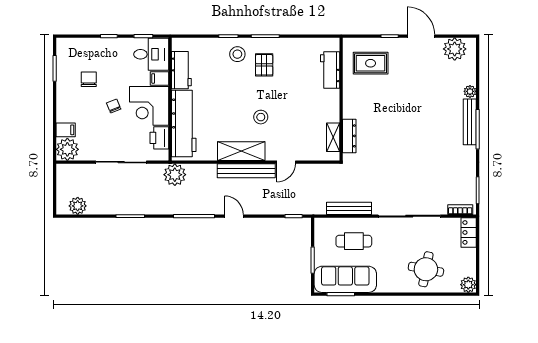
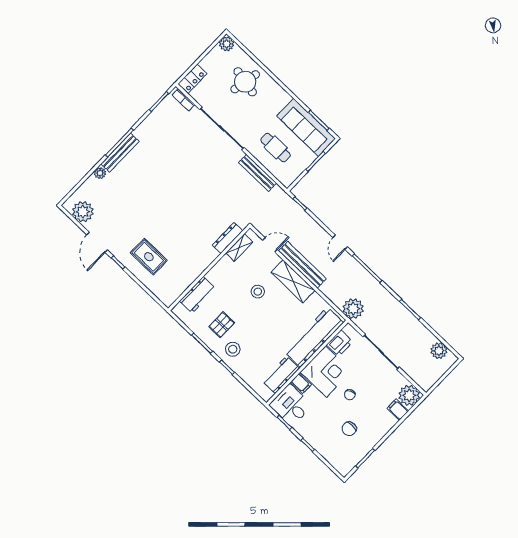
workbench: (330, 70) -> (198, 295), moved
wall: (341, 99) -> (209, 268), moved
dresser: (349, 136) -> (227, 238), moved
shelving: (333, 137) -> (239, 248), moved

